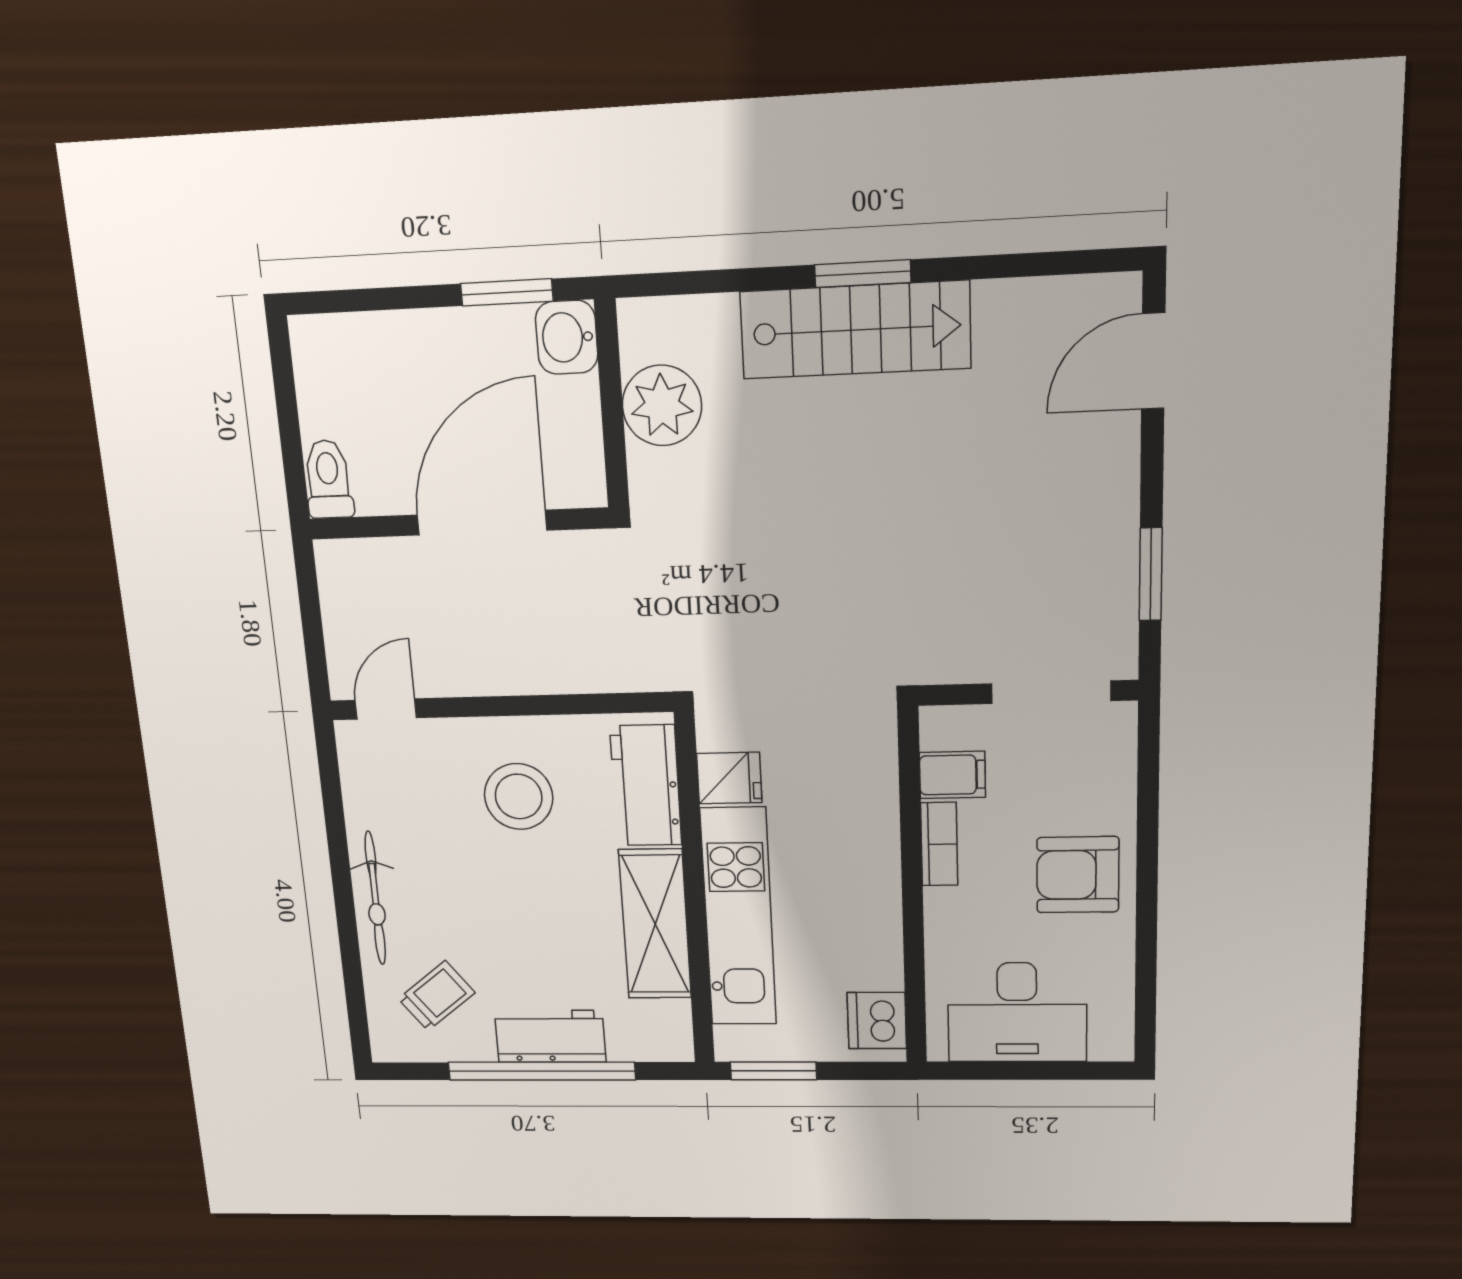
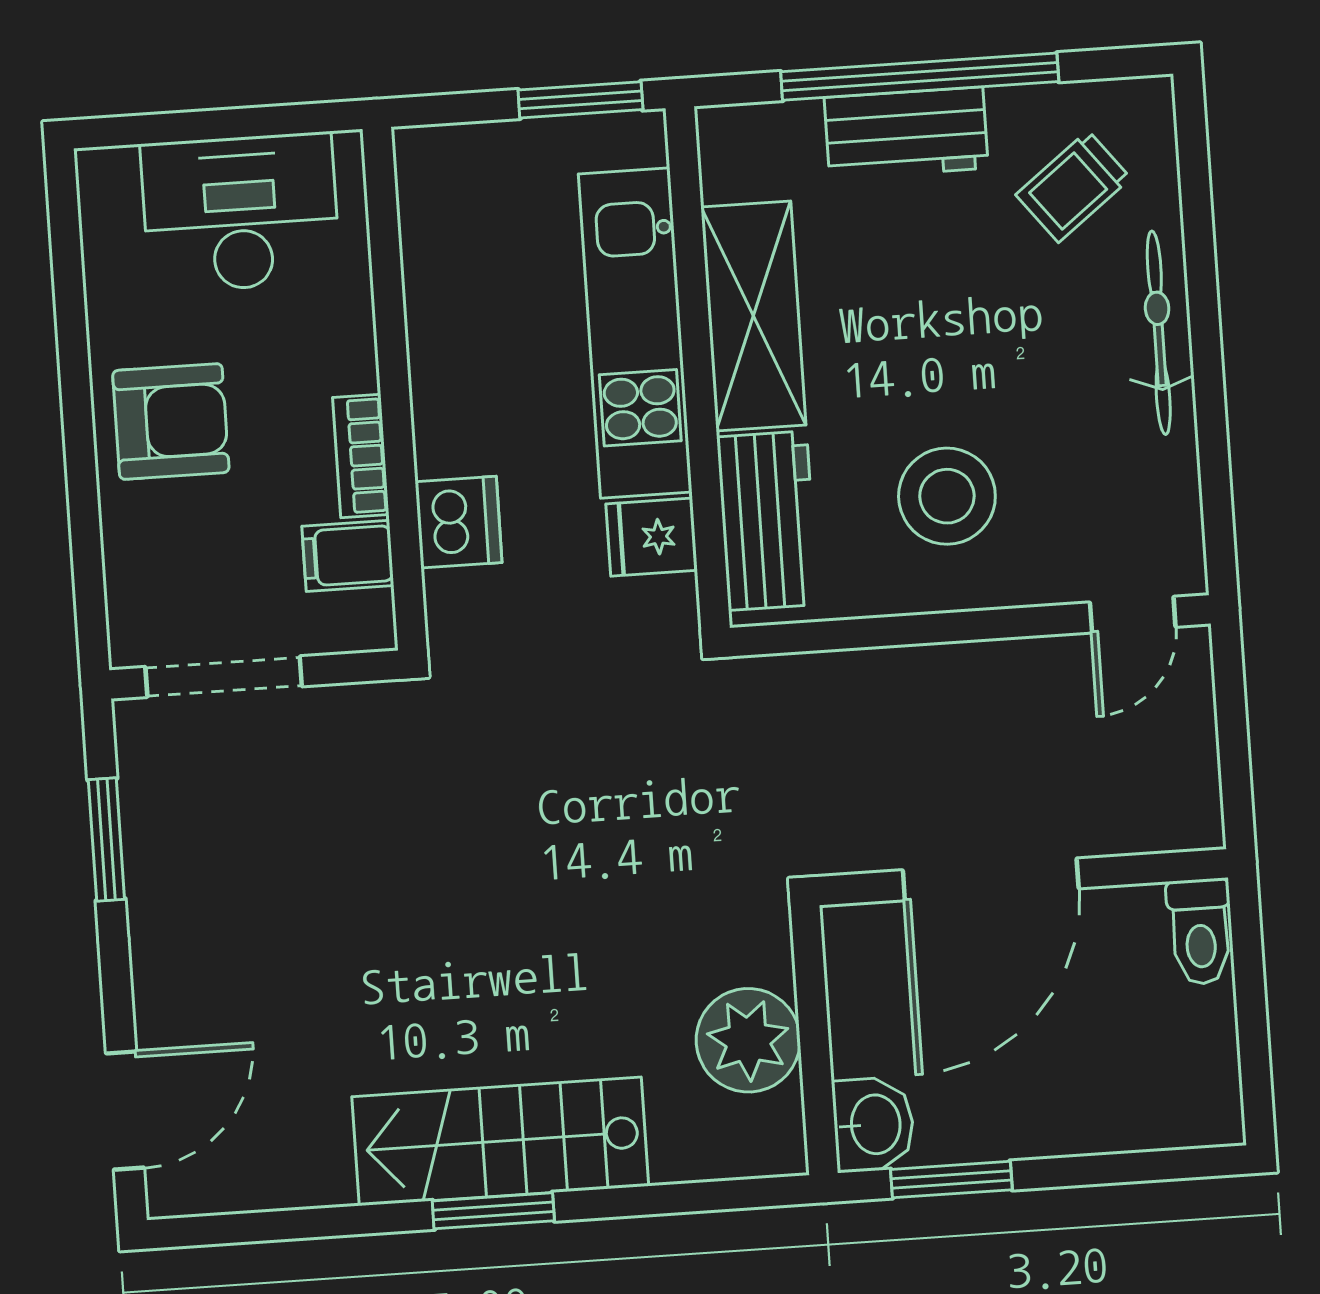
dishwasher: (877, 1021) -> (458, 522), moved

